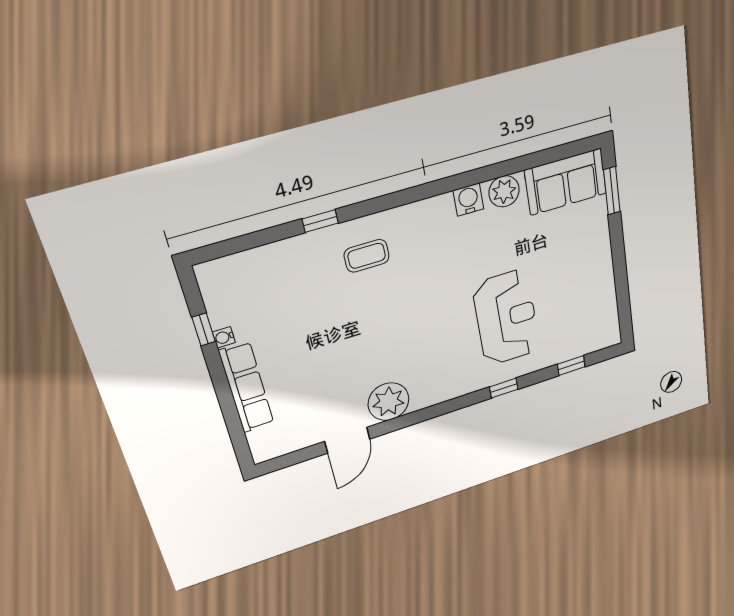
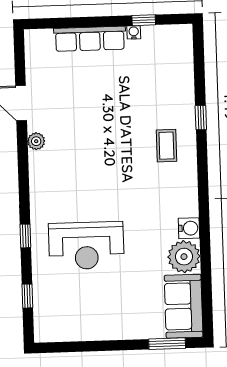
plant: (504, 191) -> (184, 257), width x1.36, depth x1.36
plant: (389, 402) -> (36, 141), width x0.53, depth x0.53

